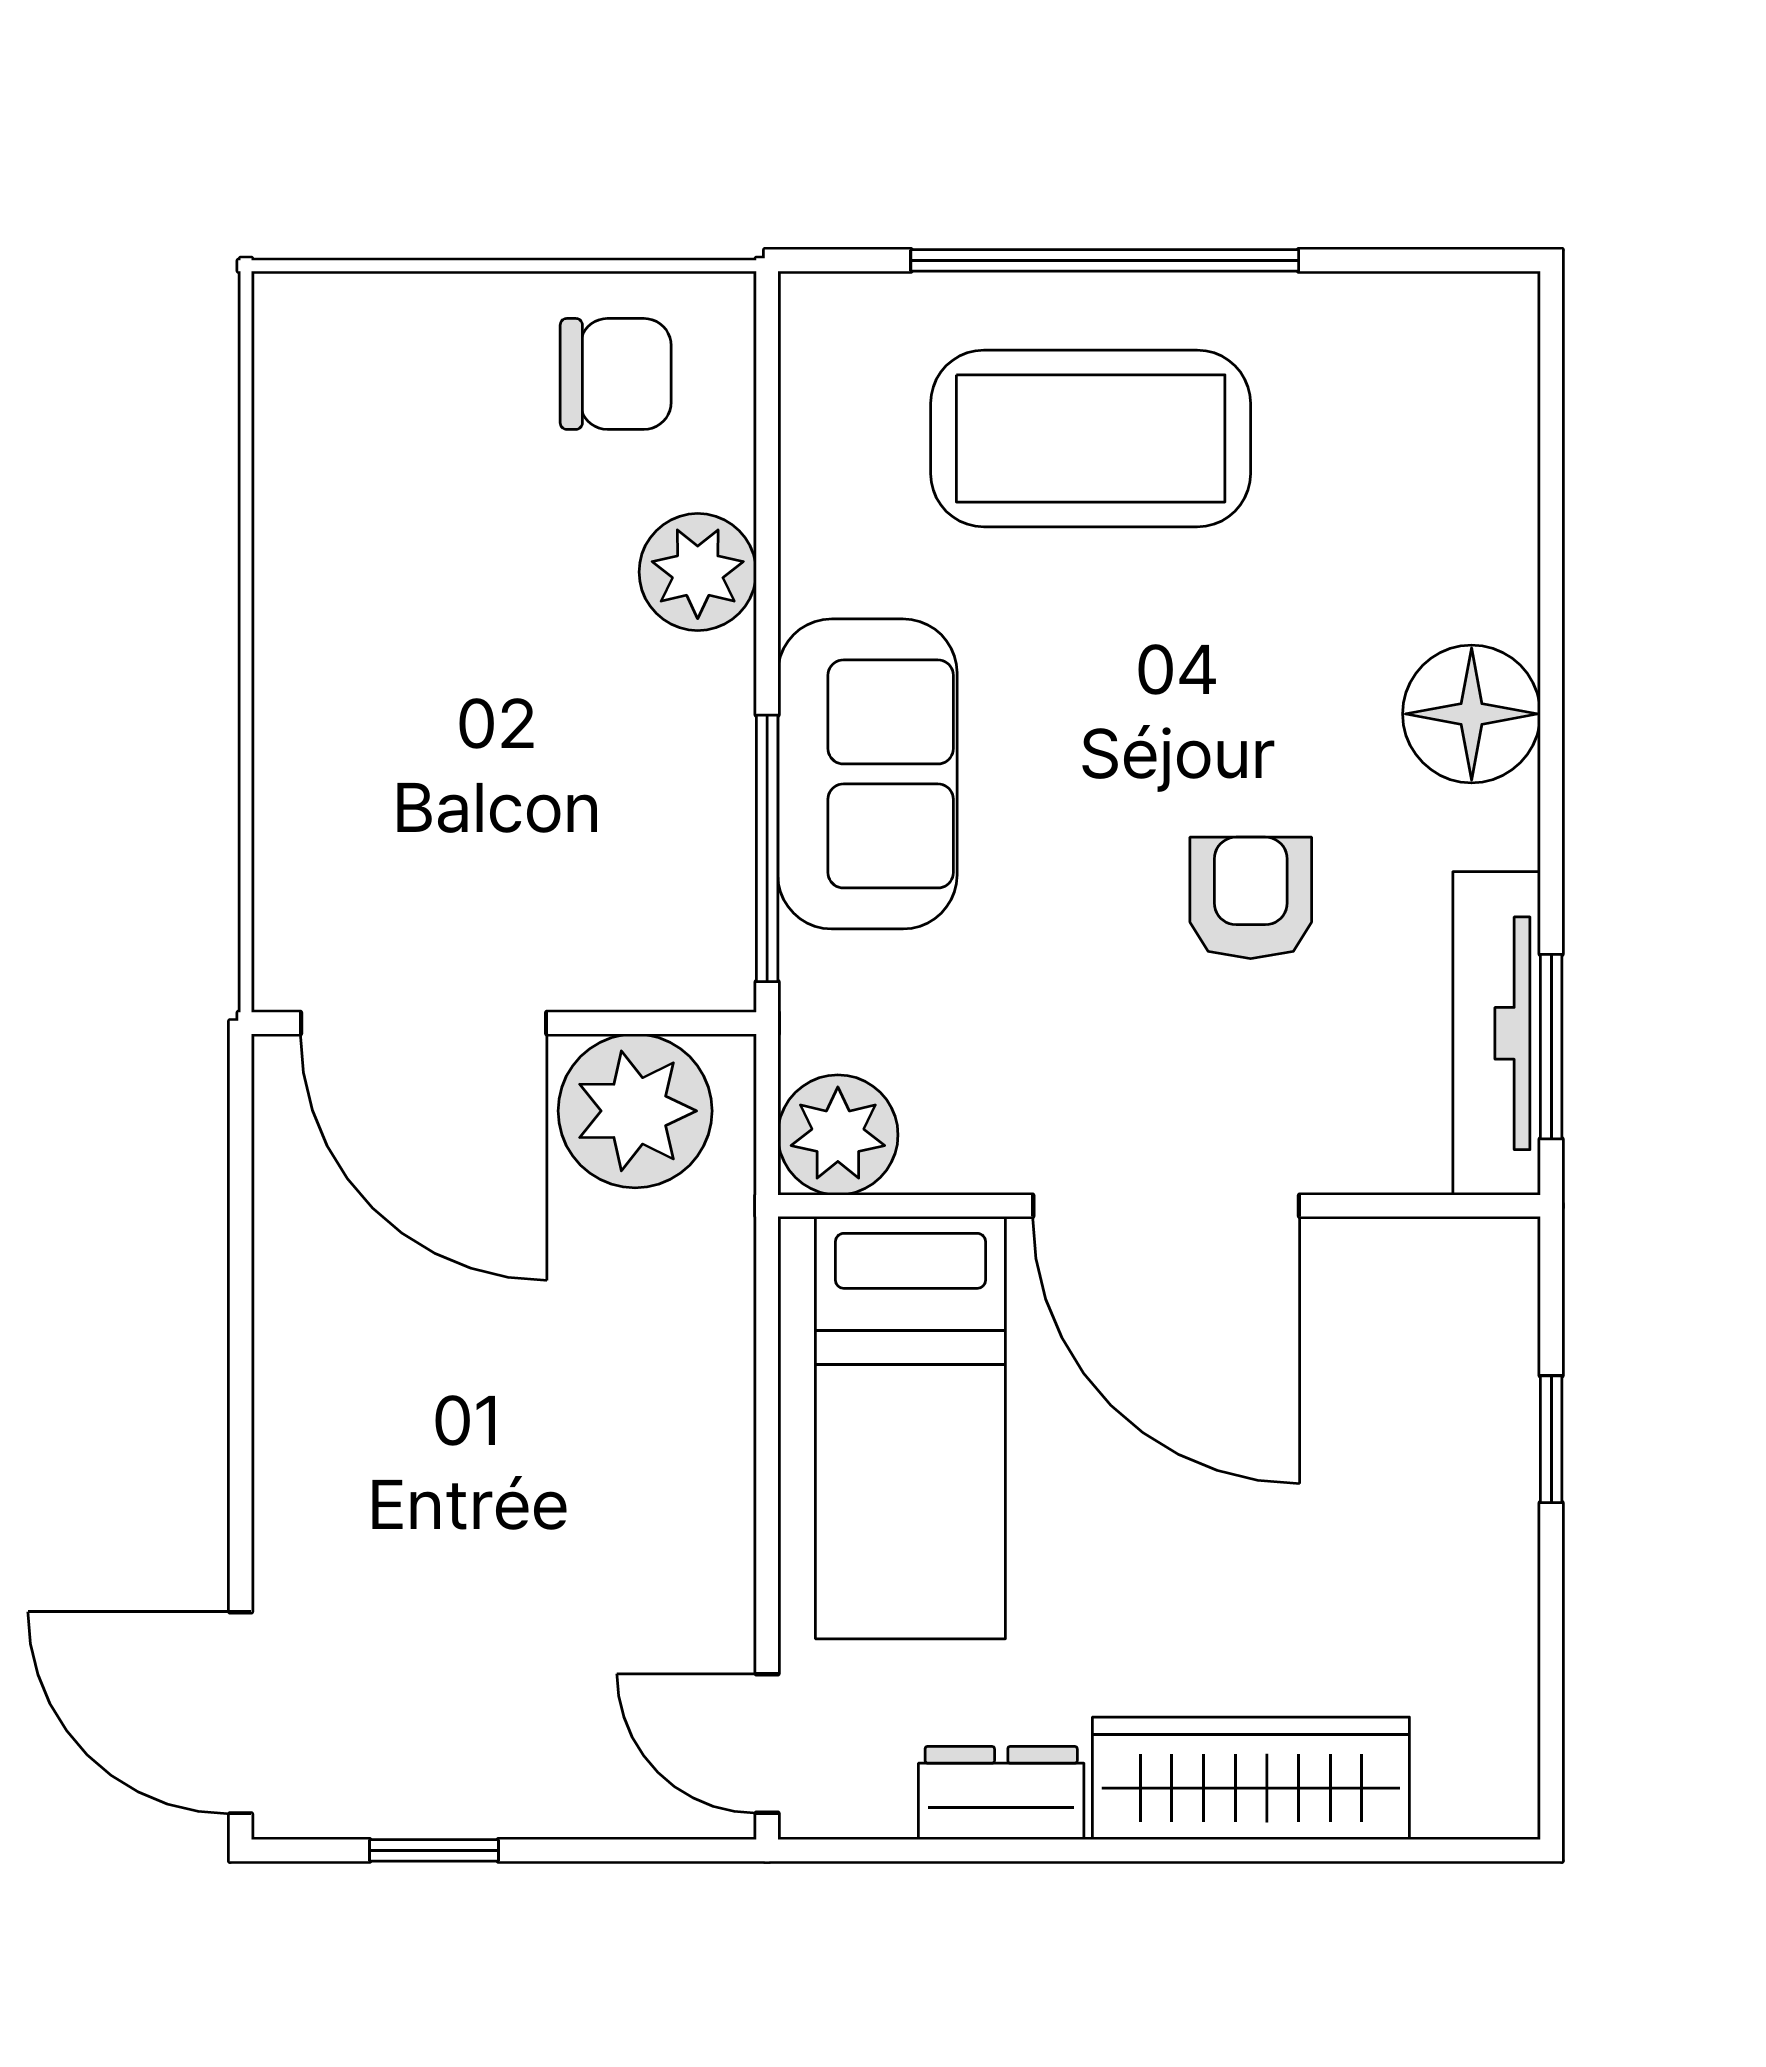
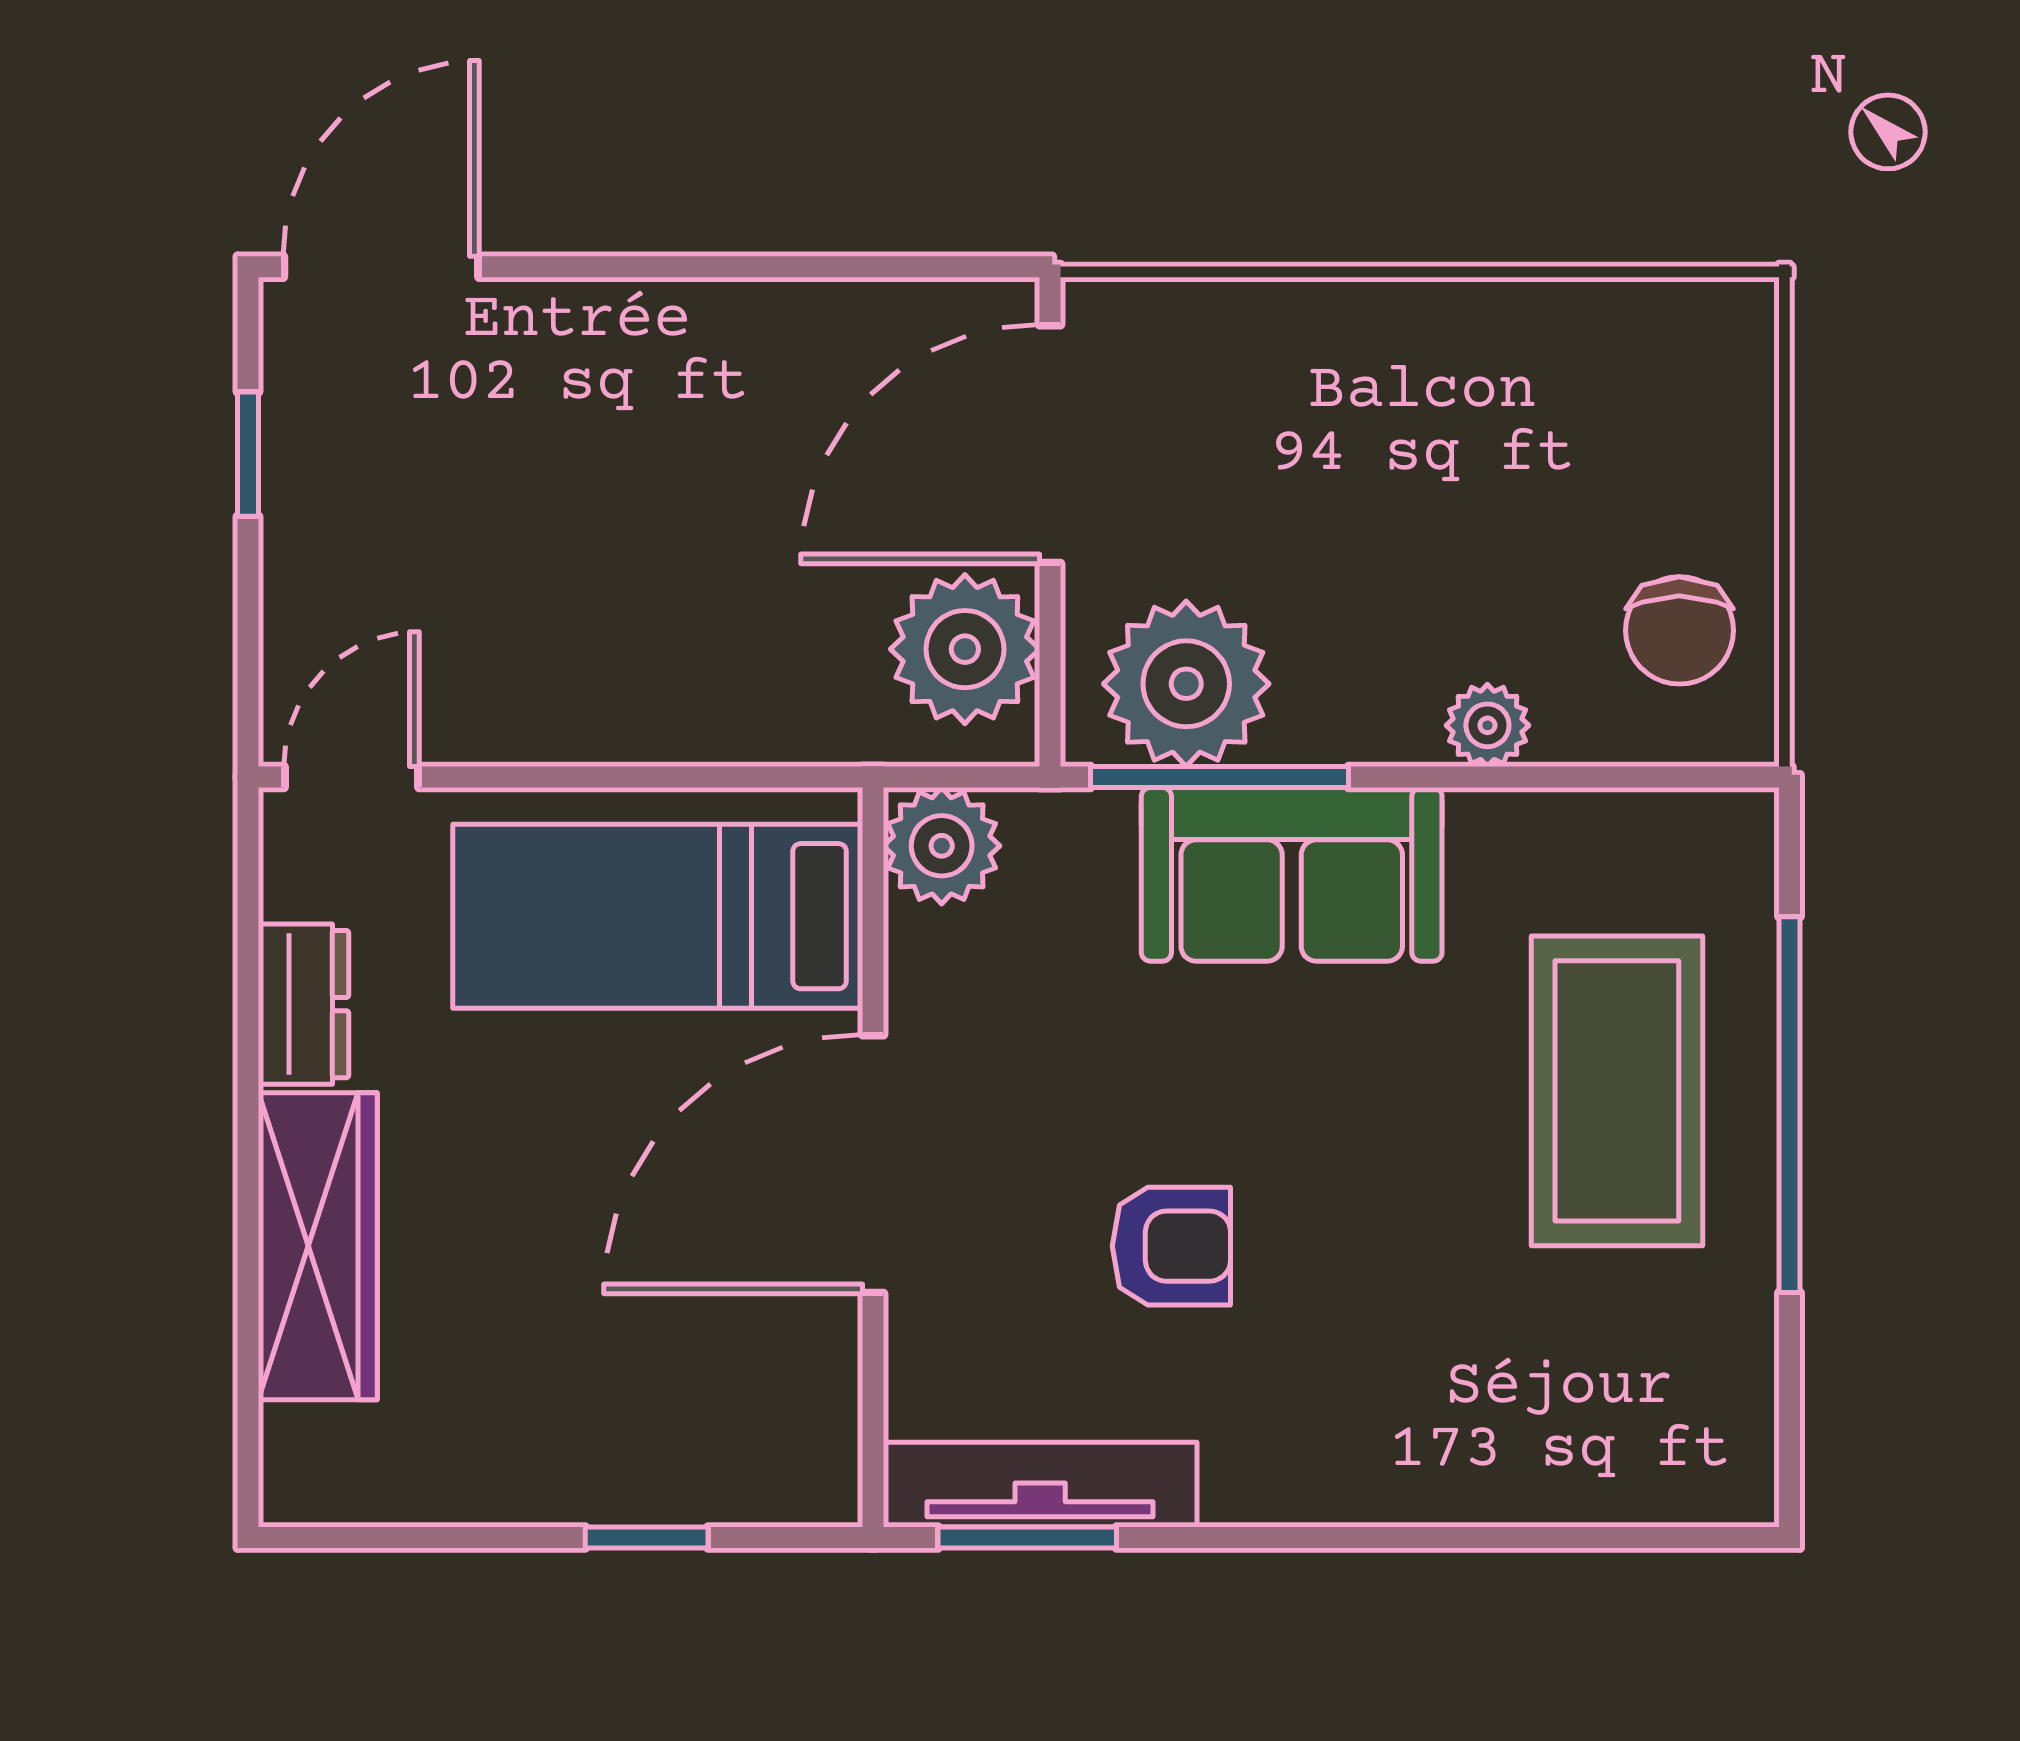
plant: (698, 572) -> (1487, 725), width x0.73, depth x0.73
floor lamp: (1472, 714) -> (1350, 1460), removed
plant: (671, 883) -> (1186, 684), added

